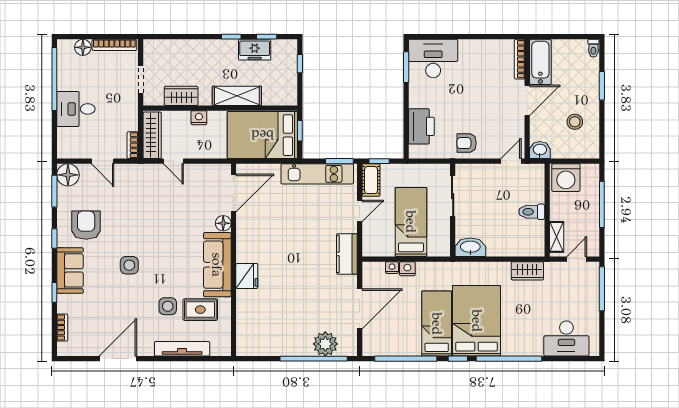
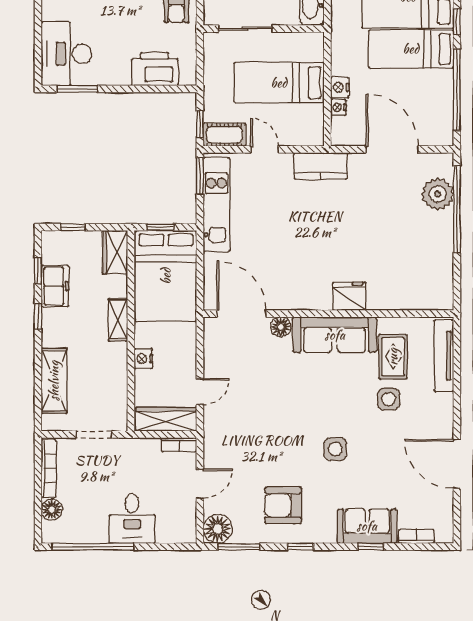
shelving: (182, 49) -> (54, 381), added
wardrobe: (181, 96) -> (115, 252), moved
shelving: (237, 96) -> (118, 320), width x0.67, depth x0.75
sofa: (70, 270) -> (367, 526), moved
tv unit: (182, 349) -> (444, 356), moved

